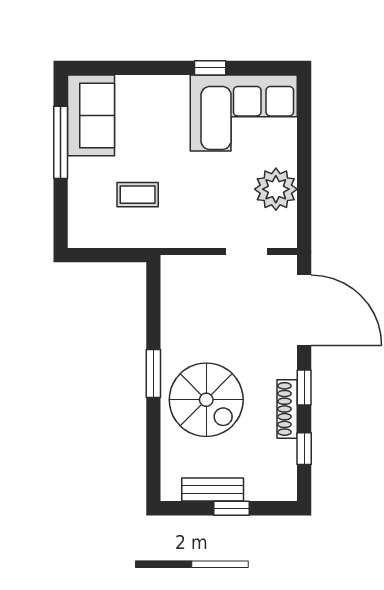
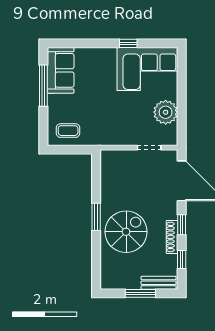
coffee table: (138, 195) -> (68, 131), moved
spiral stairs: (206, 400) -> (126, 232), turned -90
bench: (213, 490) -> (159, 283), moved
window: (232, 508) -> (140, 293), width x1.50

